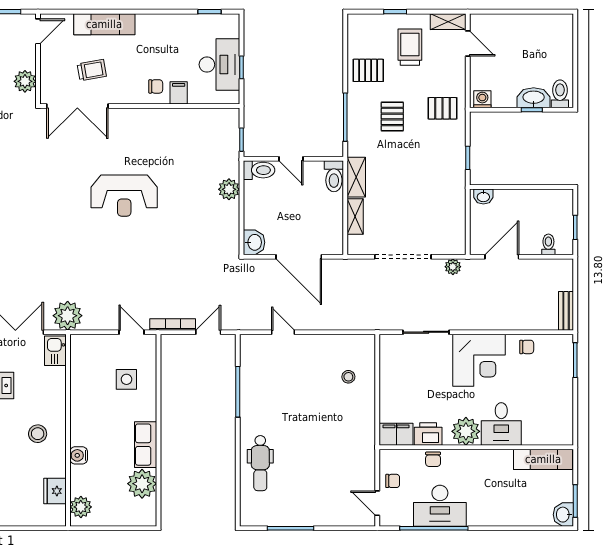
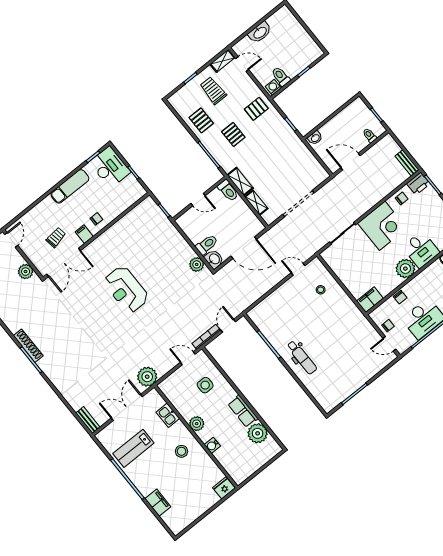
exam couch: (104, 24) -> (70, 186), moved
desk: (219, 65) -> (110, 167), moved
pallet: (368, 70) -> (201, 120), turned 90
filing cabinet: (179, 93) -> (84, 234), moved
toilet: (560, 94) -> (281, 76), moved
washbasin: (534, 98) -> (260, 32), moved, turned 180
toilet: (259, 170) -> (207, 245), moved
plant: (229, 189) -> (197, 264), moved
reception desk: (124, 196) -> (126, 290), turned 90
door: (502, 257) -> (350, 162), hinge flipped
plant: (453, 267) -> (329, 188), removed
door: (283, 332) -> (298, 269), moved
kitchen sink: (55, 351) -> (168, 415), moved
printer: (428, 434) -> (418, 184), moved, turned 180
dental chair: (260, 463) -> (302, 357), moved
fridge: (55, 491) -> (224, 488), moved, turned 90
plant: (81, 507) -> (197, 424), moved

